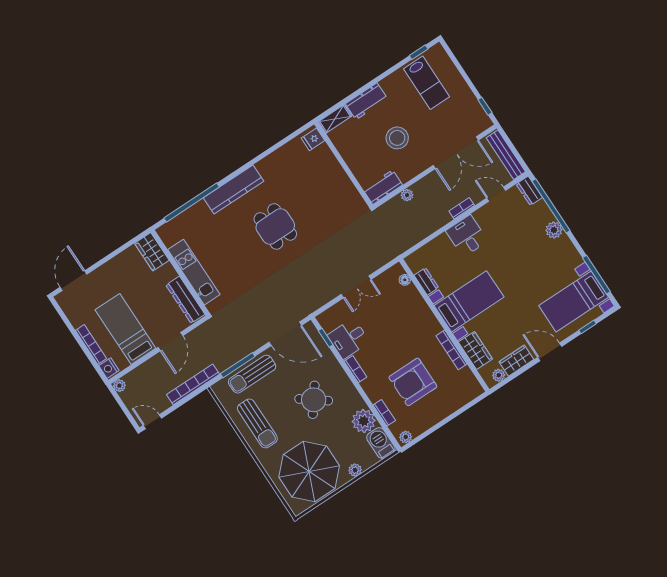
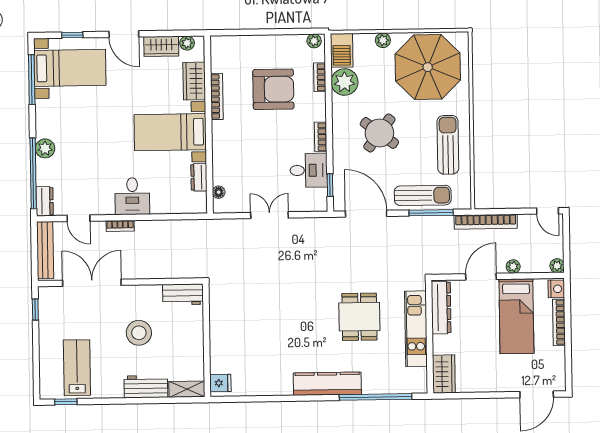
plant: (407, 195) -> (513, 267), moved
dining table: (275, 226) -> (359, 317), moved

